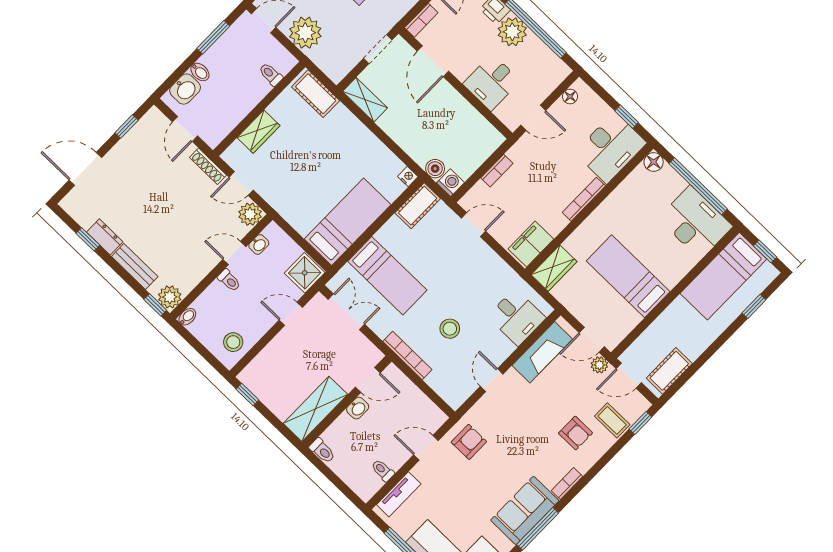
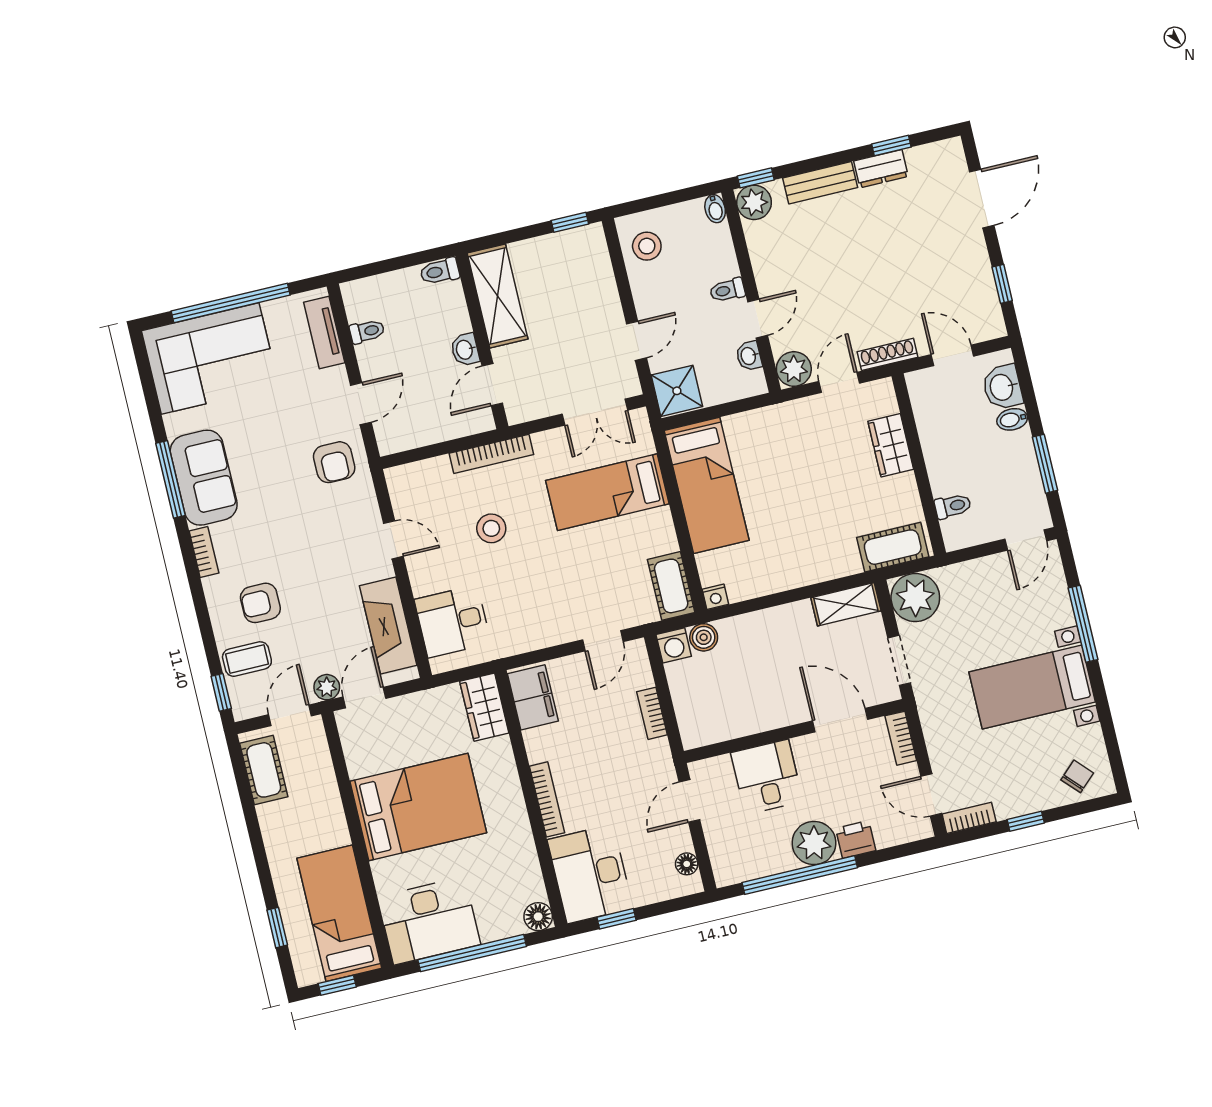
plant: (305, 33) -> (915, 598), moved
bed: (628, 276) -> (418, 807), width x1.50

